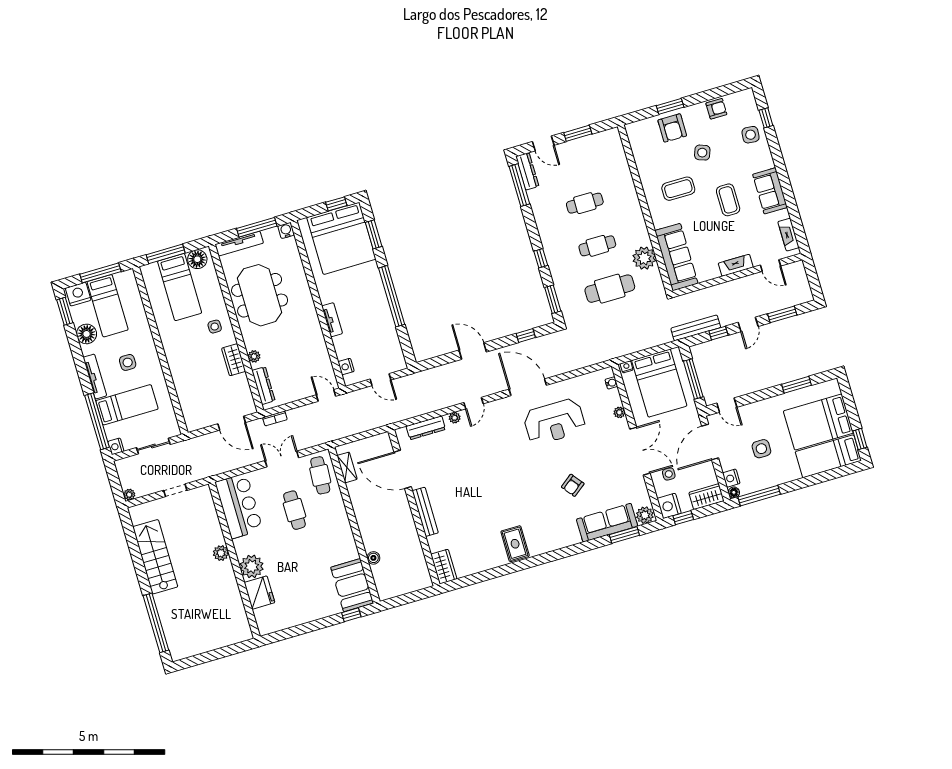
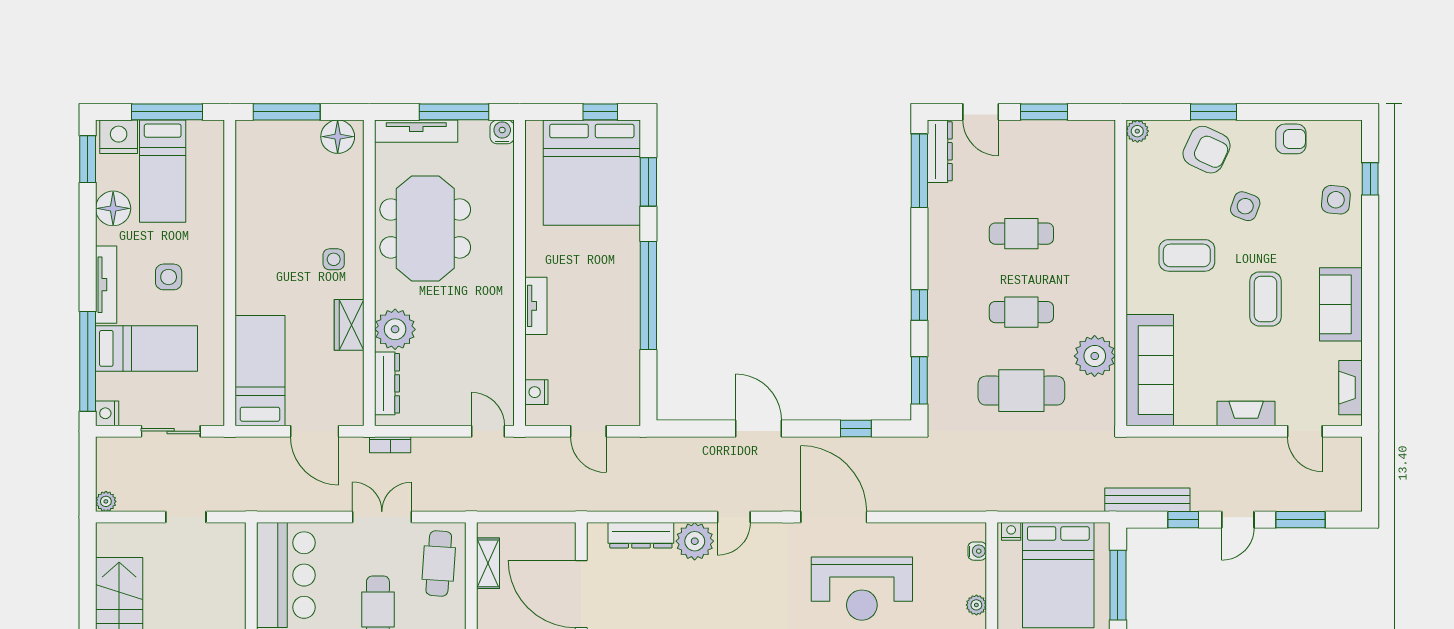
armchair: (672, 128) -> (1207, 150), turned -65
plant: (632, 129) -> (1137, 131), added
bed: (180, 287) -> (260, 371), moved, turned 180
plant: (254, 356) -> (395, 329), width x1.87, depth x1.87
plant: (455, 418) -> (695, 541), width x1.88, depth x1.88

